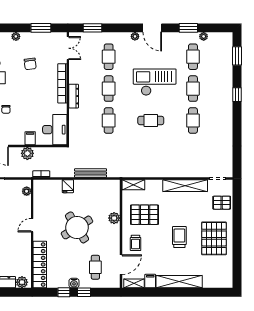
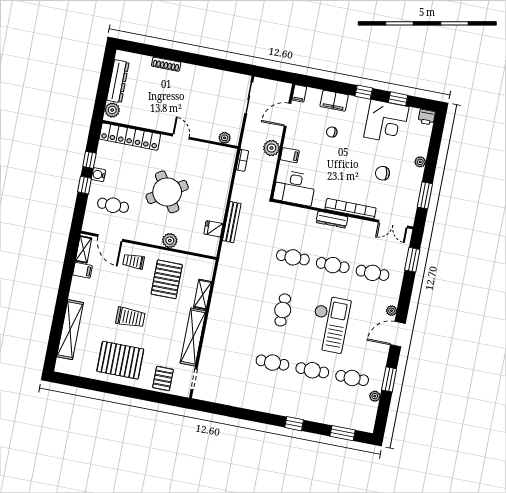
shelving: (133, 185) -> (203, 294), moved
fridge: (68, 186) -> (213, 229), moved
shelving: (179, 282) -> (70, 330), moved

